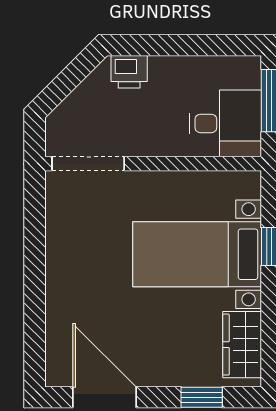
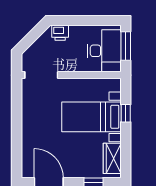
desk: (225, 123) -> (104, 51), width x1.37

